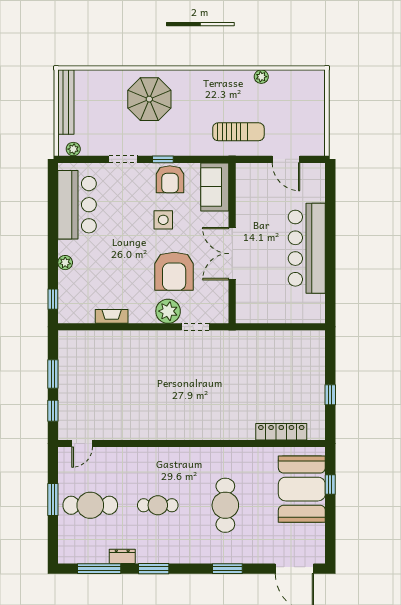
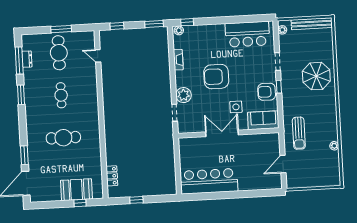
side table: (163, 220) -> (236, 107), moved
bar counter: (307, 248) -> (209, 181), moved
plant: (65, 263) -> (179, 30), moved
armchair: (174, 271) -> (216, 77), moved
window: (53, 374) -> (154, 24), moved
locker: (281, 432) -> (112, 176), width x0.66
door: (82, 444) -> (98, 56), moved
booth: (302, 489) -> (76, 190), width x0.73, depth x0.70
dresser: (122, 556) -> (27, 59), moved
window: (227, 569) -> (24, 155), moved

